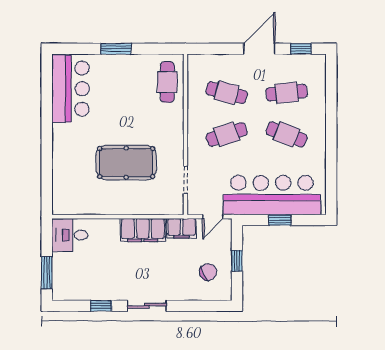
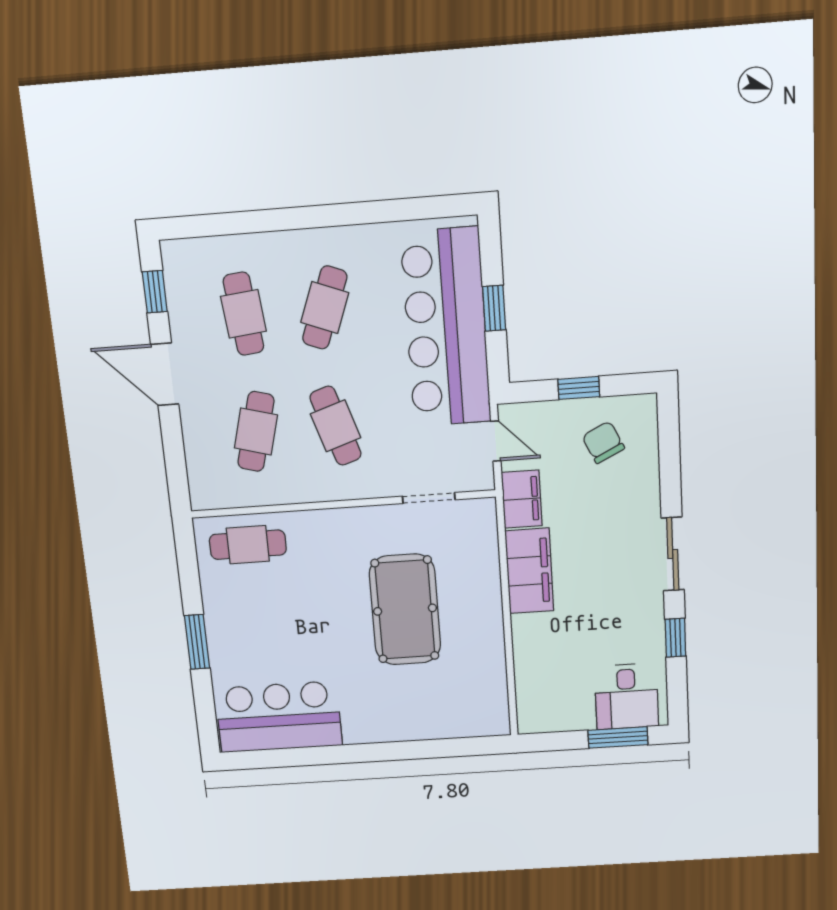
desk: (70, 235) -> (626, 696), moved

